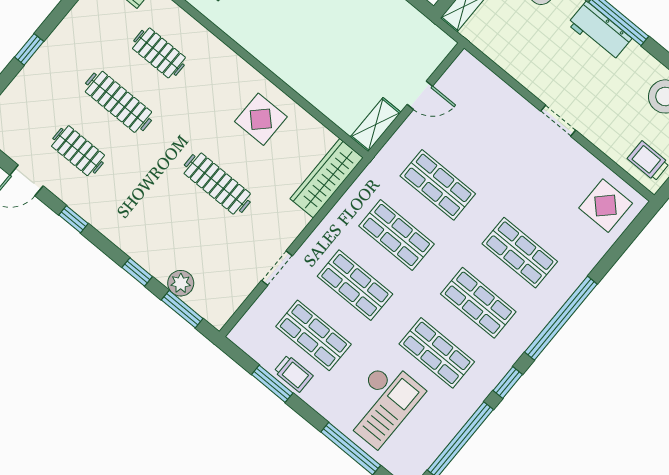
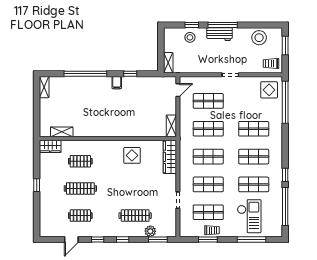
window: (29, 49) -> (37, 185), moved
door: (420, 95) -> (178, 90), moved
shop shelf: (479, 135) -> (208, 101), added
clothes rail: (217, 184) -> (135, 216), moved
window: (137, 272) -> (123, 239), moved
window: (561, 318) -> (285, 102), moved

